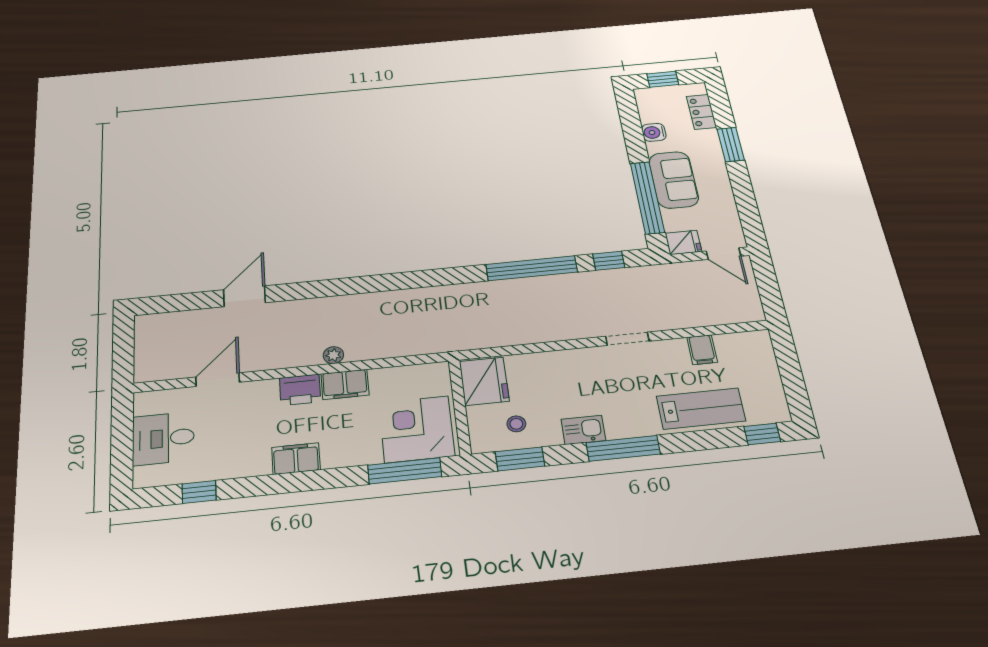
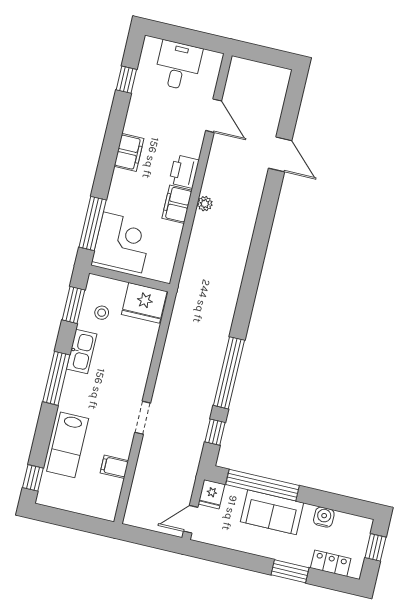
kitchen sink: (583, 430) -> (82, 352), width x1.38

